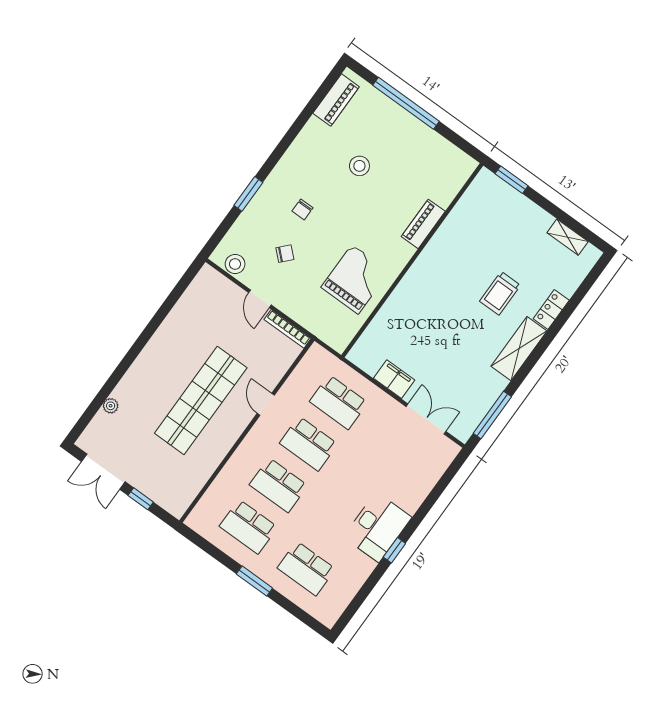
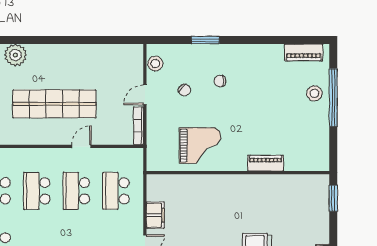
stool: (359, 166) -> (314, 93), moved
plant: (111, 406) -> (15, 55), width x1.88, depth x1.88

